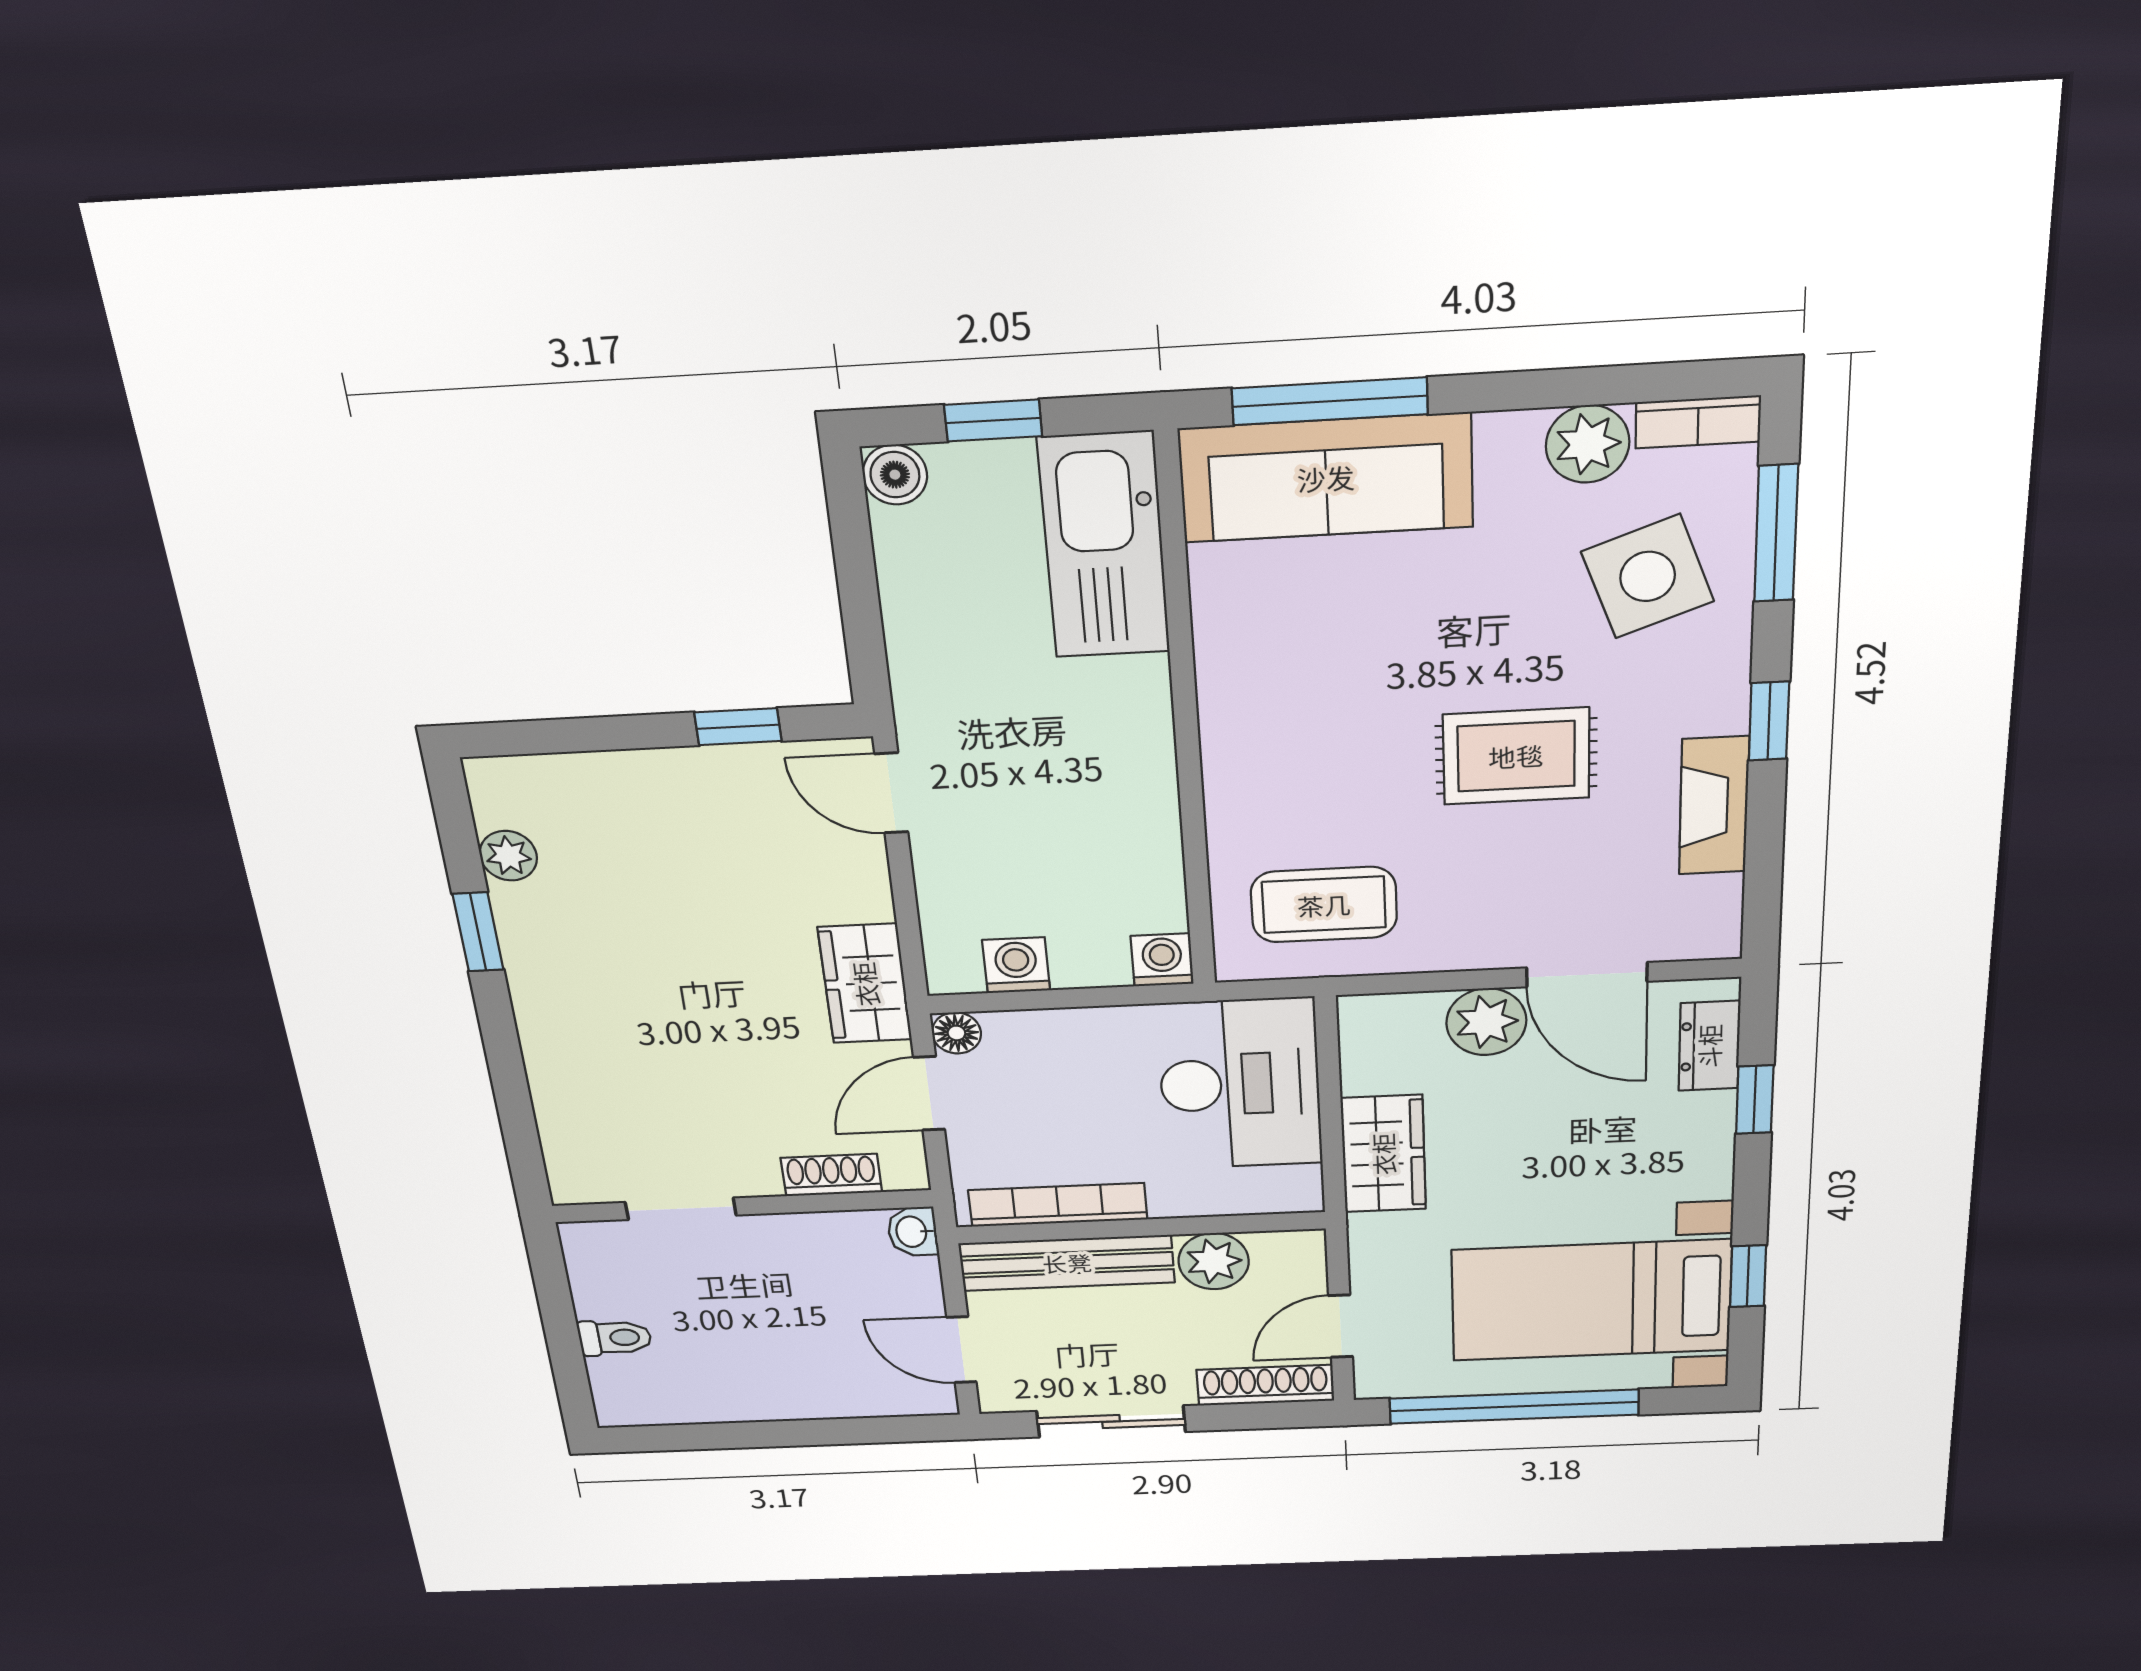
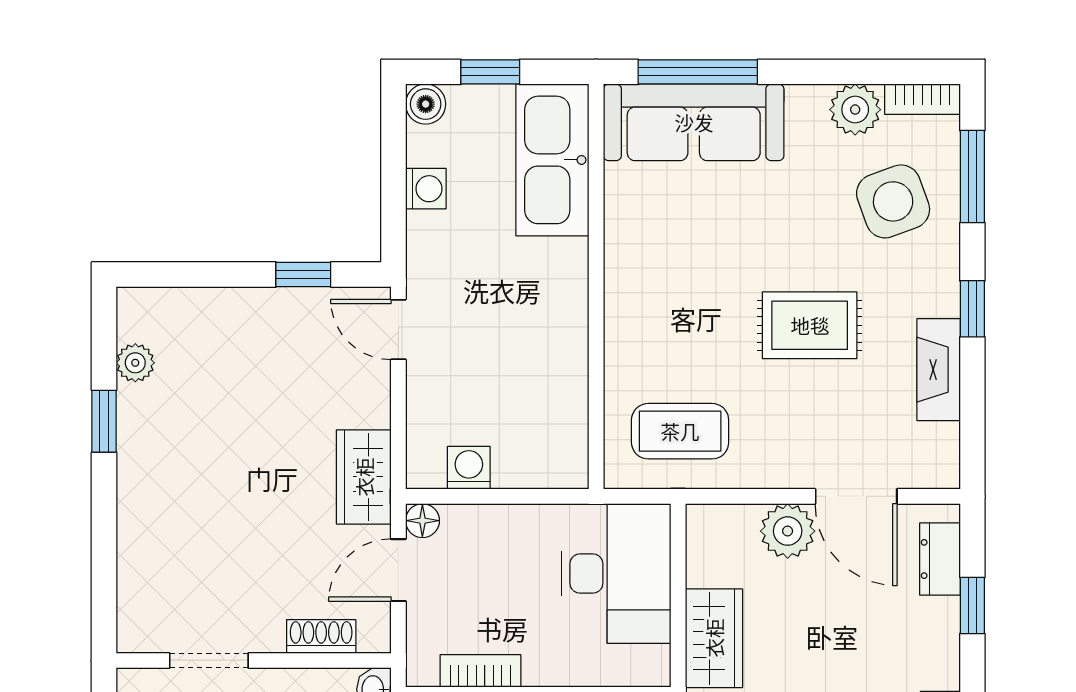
washing machine: (1162, 960) -> (426, 189), moved, turned 90
bookcase: (1058, 1205) -> (480, 671), width x0.64

